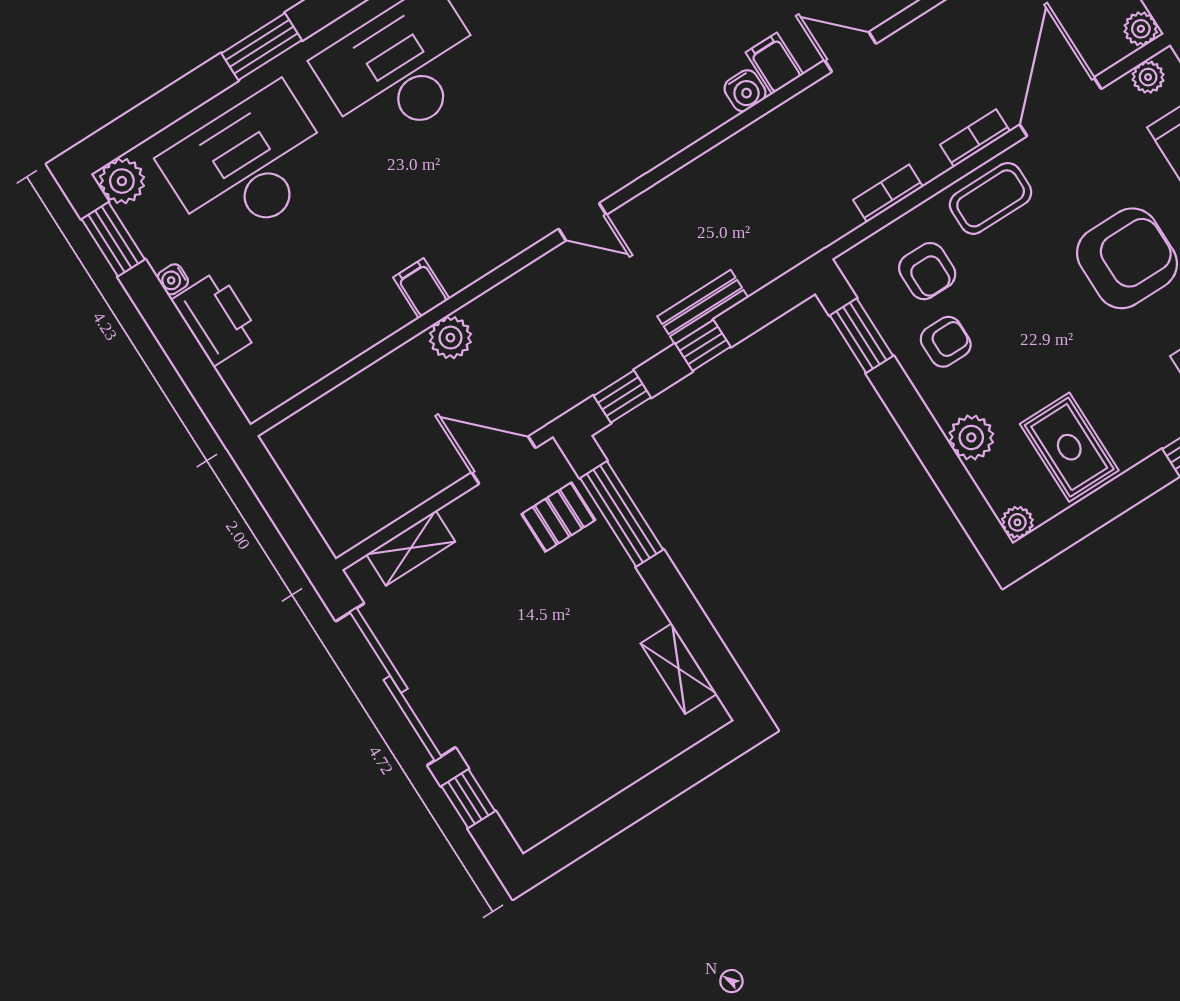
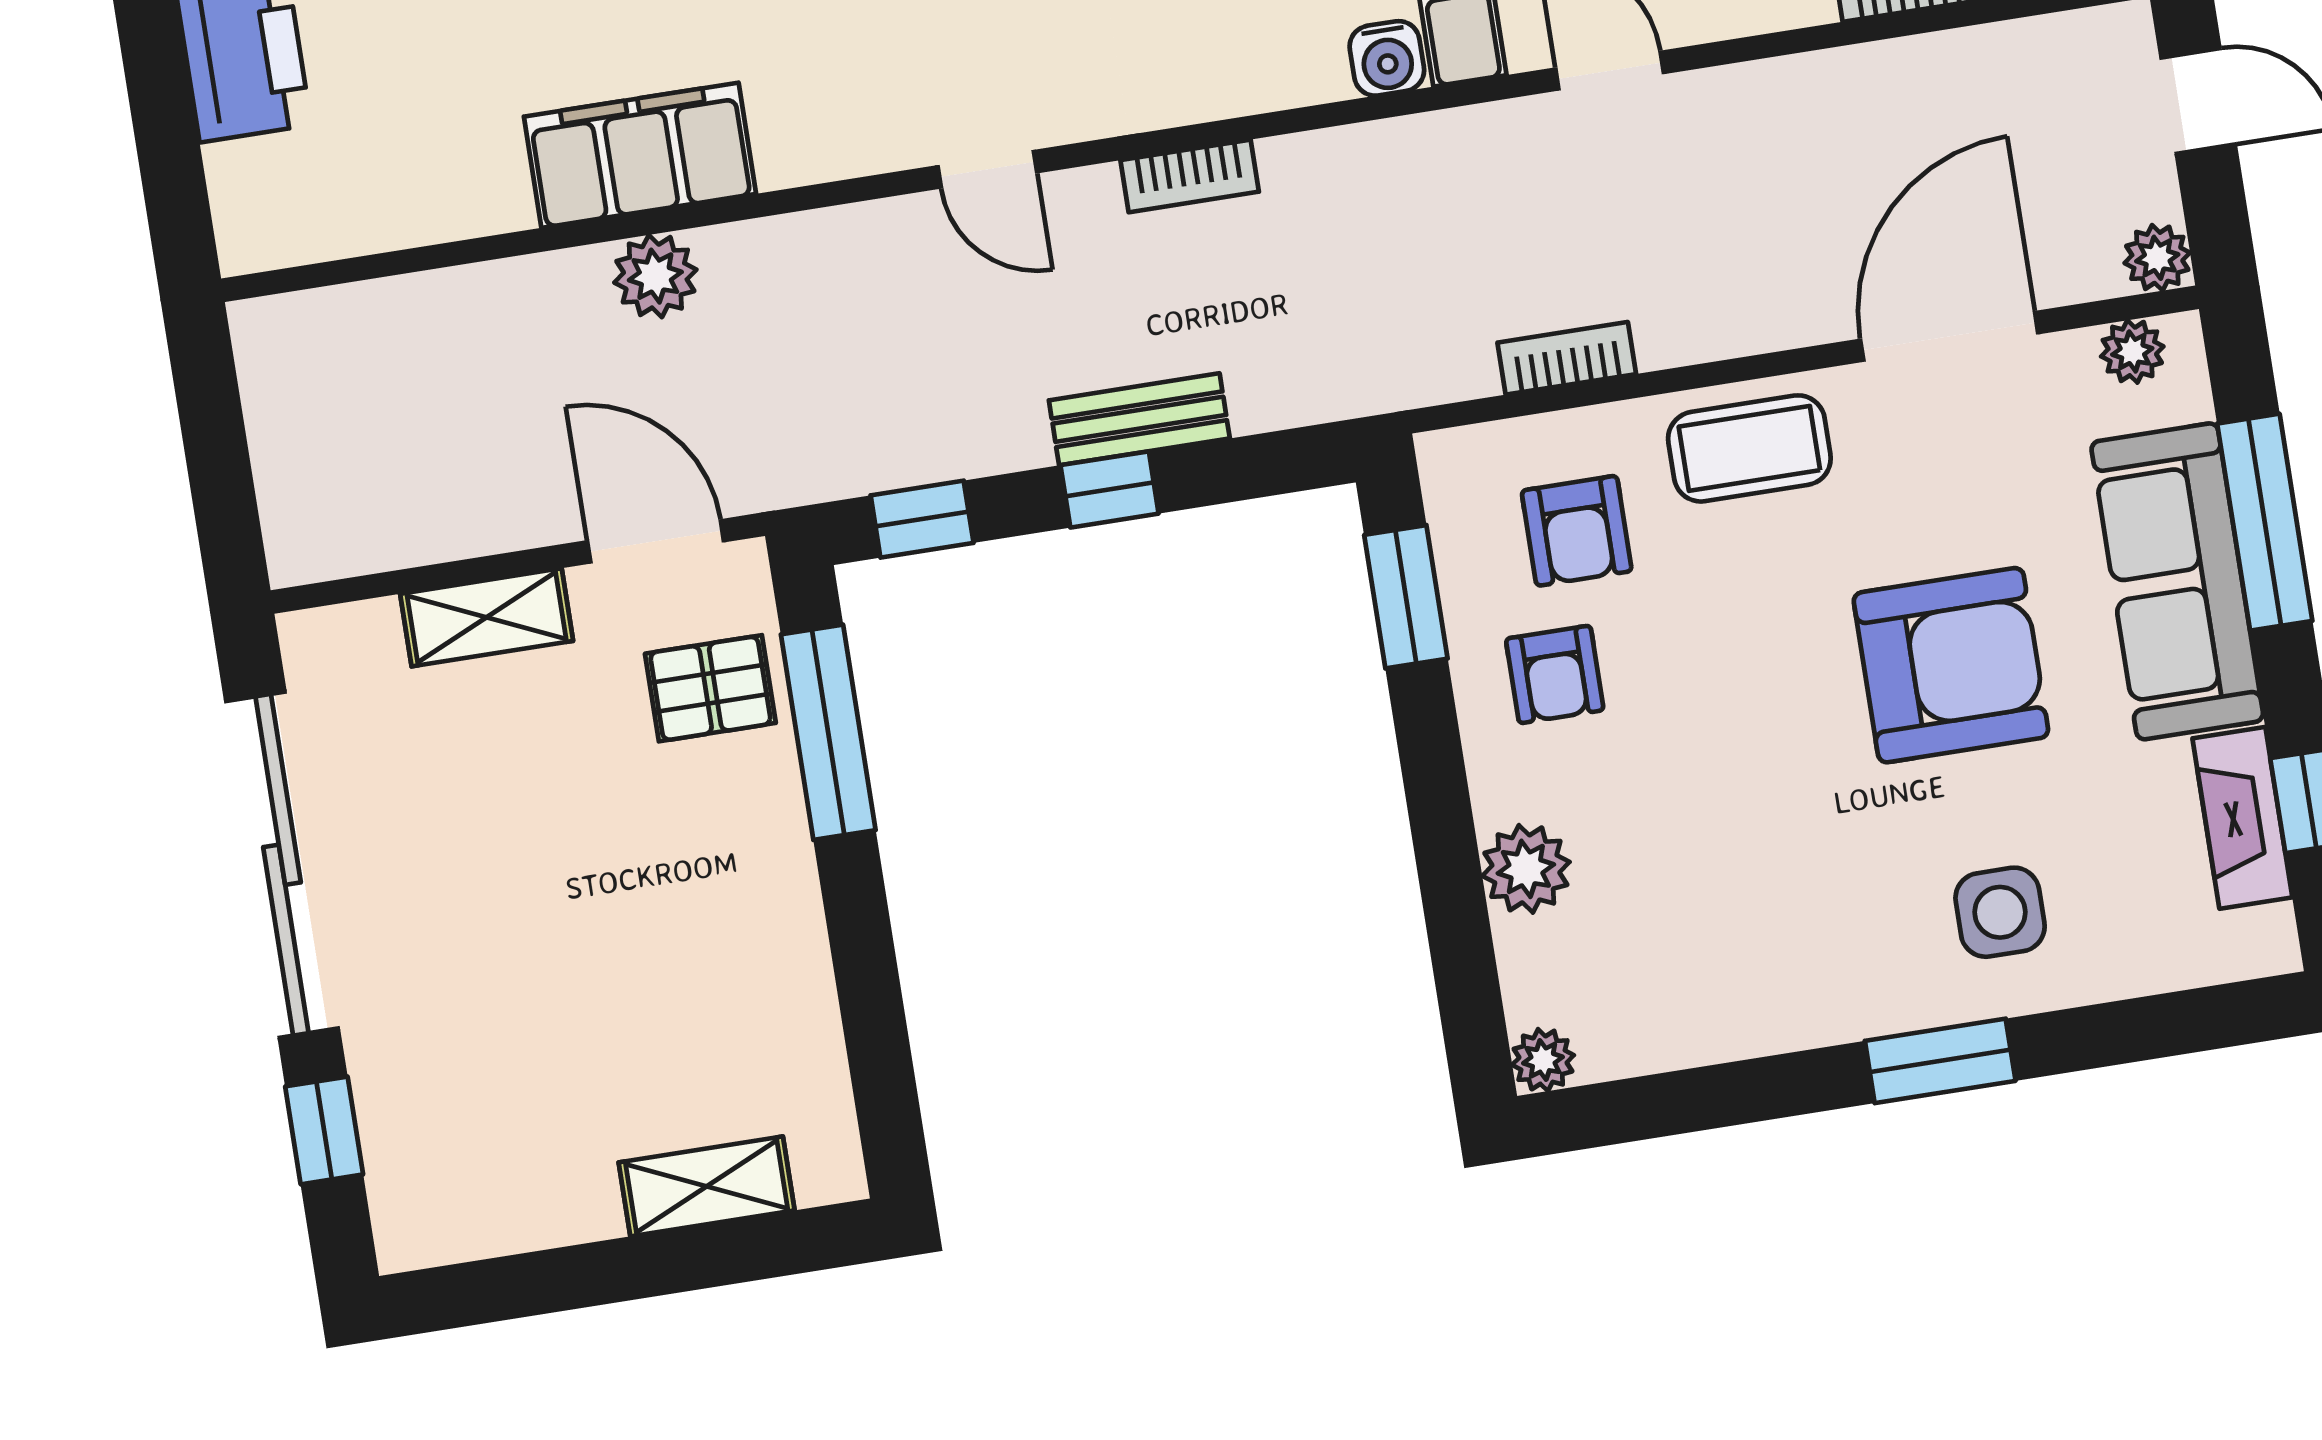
bookcase: (975, 138) -> (1190, 176), moved, turned 180
filing cabinet: (421, 288) -> (640, 155), width x3.00, depth x1.17
armchair: (946, 342) -> (1555, 674), turned 90
rug: (1069, 447) -> (1697, 964), removed
shelving: (411, 548) -> (487, 617), moved
shelving: (679, 669) -> (707, 1186), moved, turned 90

